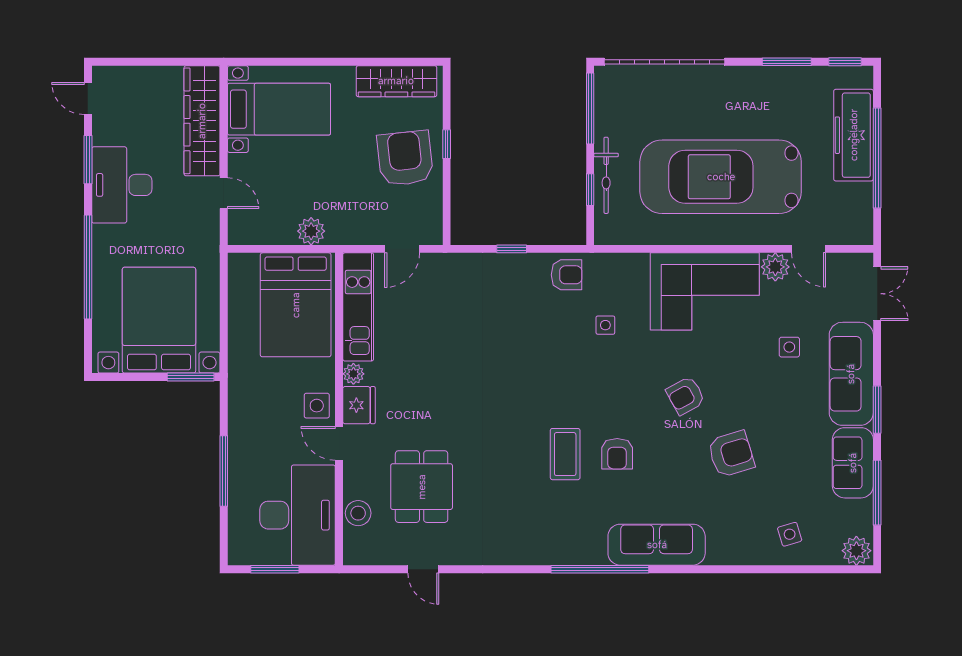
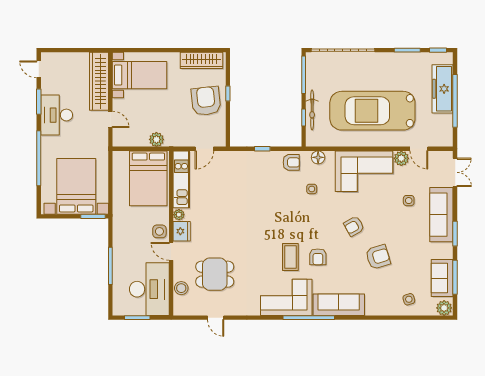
floor lamp: (617, 265) -> (318, 157), added
sofa: (853, 463) -> (442, 278), moved
dining table: (422, 487) -> (215, 274), turned 90
corner sofa: (557, 531) -> (286, 297), added

